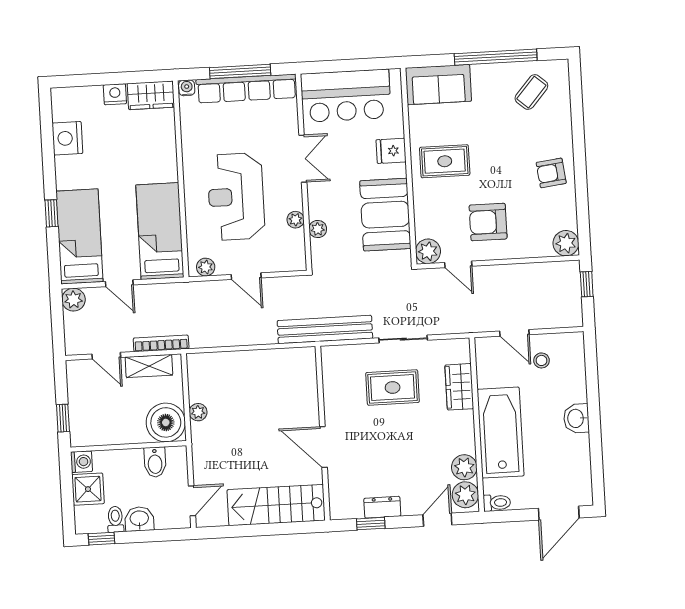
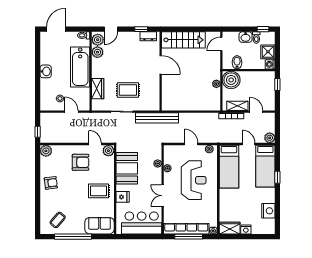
dresser: (382, 507) -> (148, 36), moved

